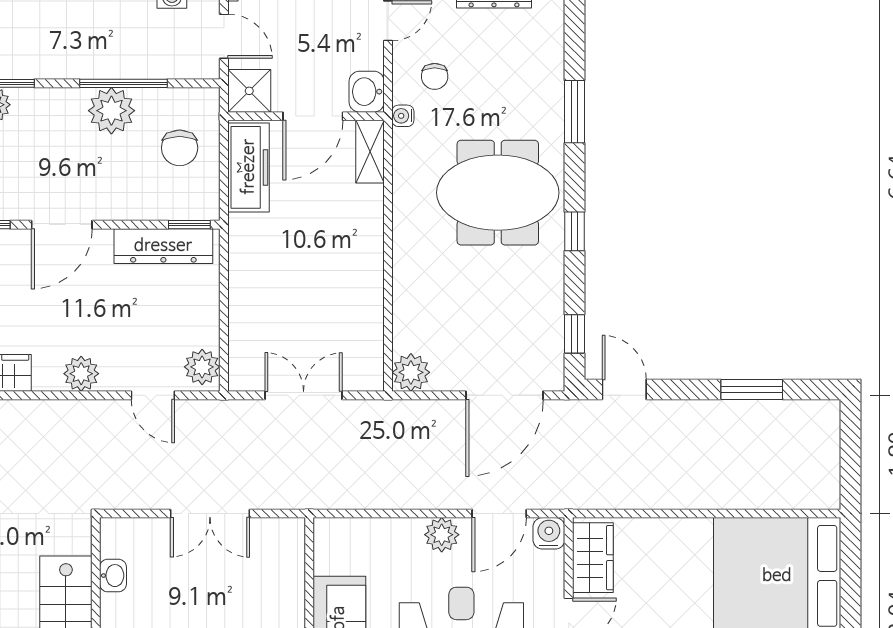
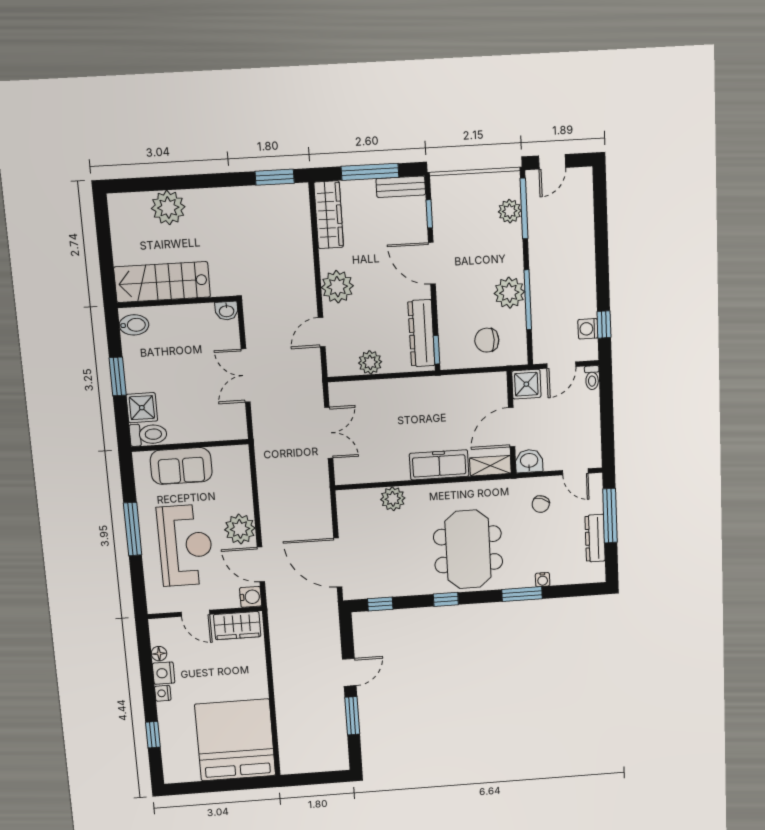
chair: (435, 76) -> (541, 504), turned -70
door: (313, 116) -> (512, 427), hinge flipped
water cooler: (403, 116) -> (543, 580), moved, turned 180
freezer: (249, 167) -> (439, 465), moved, turned 180
plant: (202, 367) -> (370, 362), moved
plant: (411, 372) -> (393, 499), moved
plant: (81, 374) -> (337, 287), width x1.36, depth x1.36
door: (624, 389) -> (349, 672), moved
plant: (442, 535) -> (240, 529), width x1.36, depth x1.36
washbasin: (113, 576) -> (227, 311), moved

